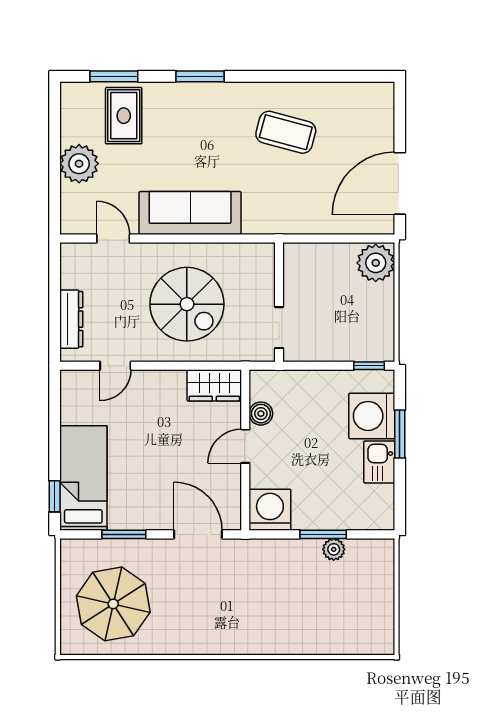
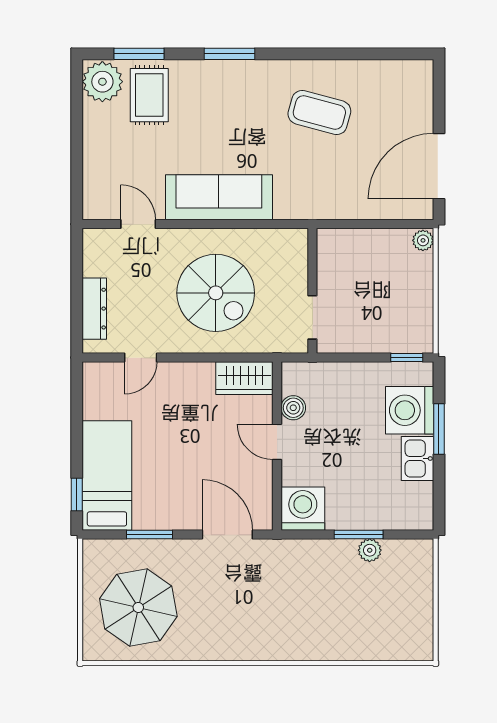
plant: (79, 164) -> (102, 82), moved
plant: (376, 263) -> (423, 240), width x0.53, depth x0.53
door: (245, 446) -> (277, 442), hinge flipped

